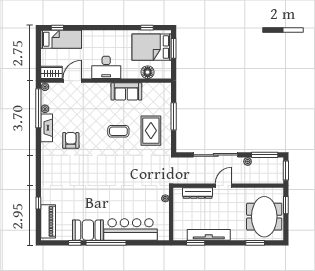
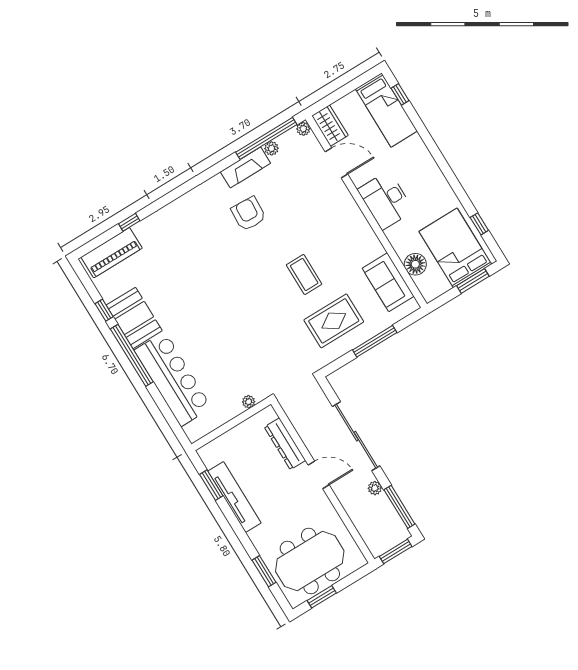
sofa: (126, 91) -> (388, 282), moved
armchair: (71, 140) -> (249, 214), turned -87
window: (286, 205) -> (322, 597), moved

